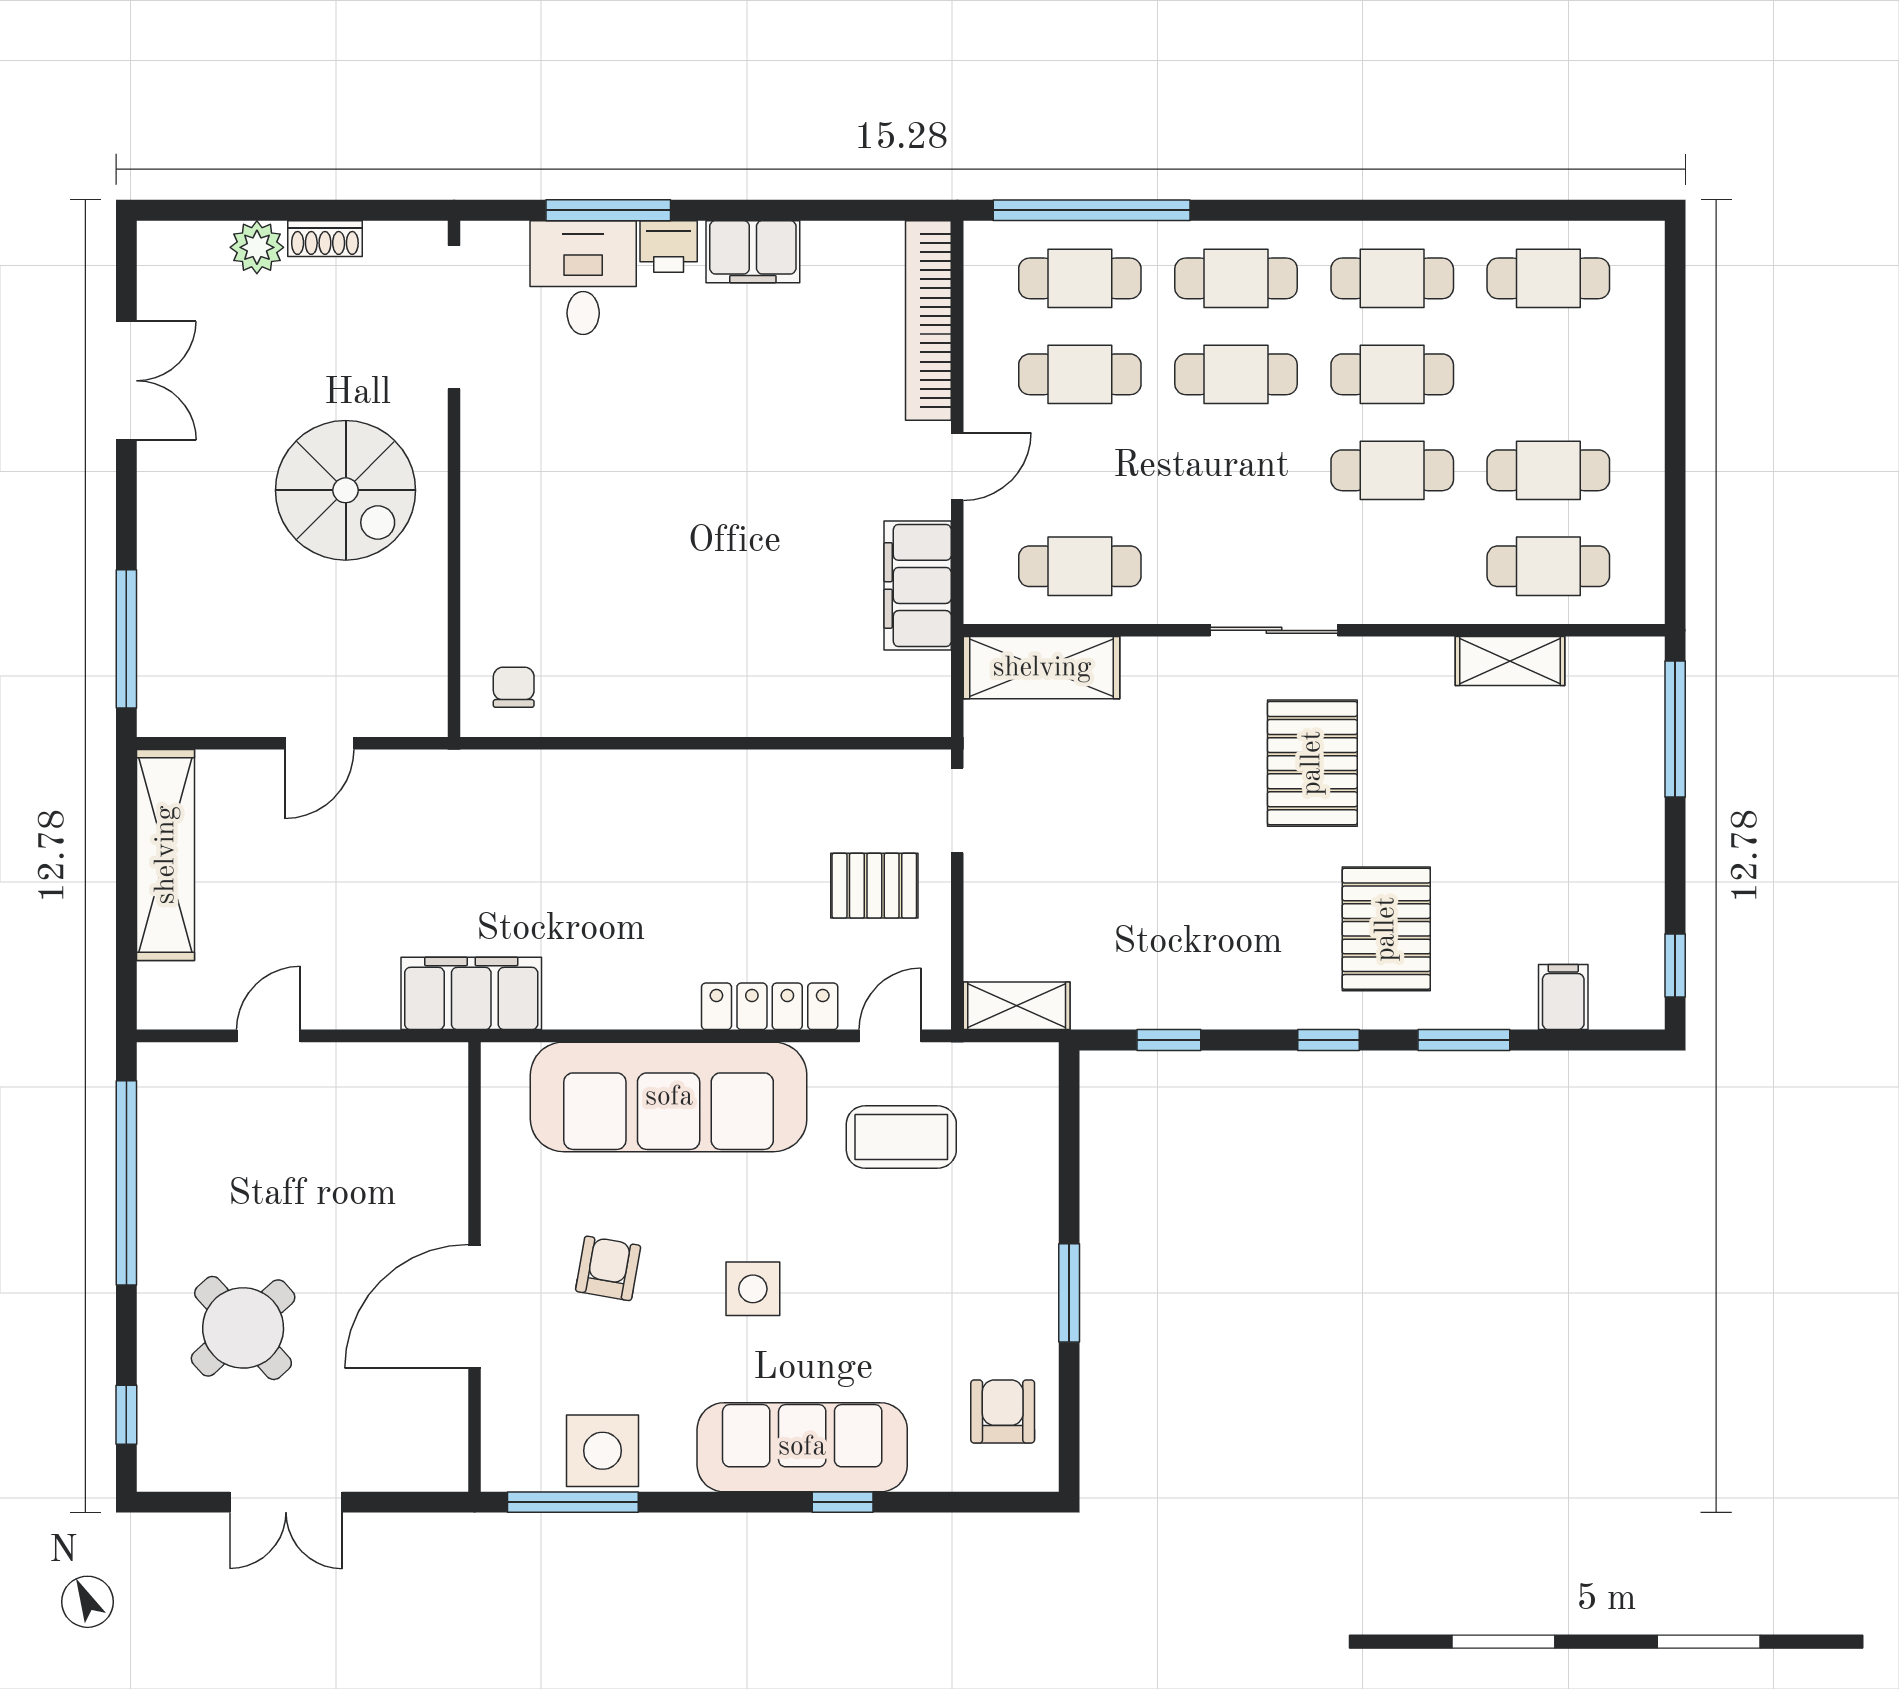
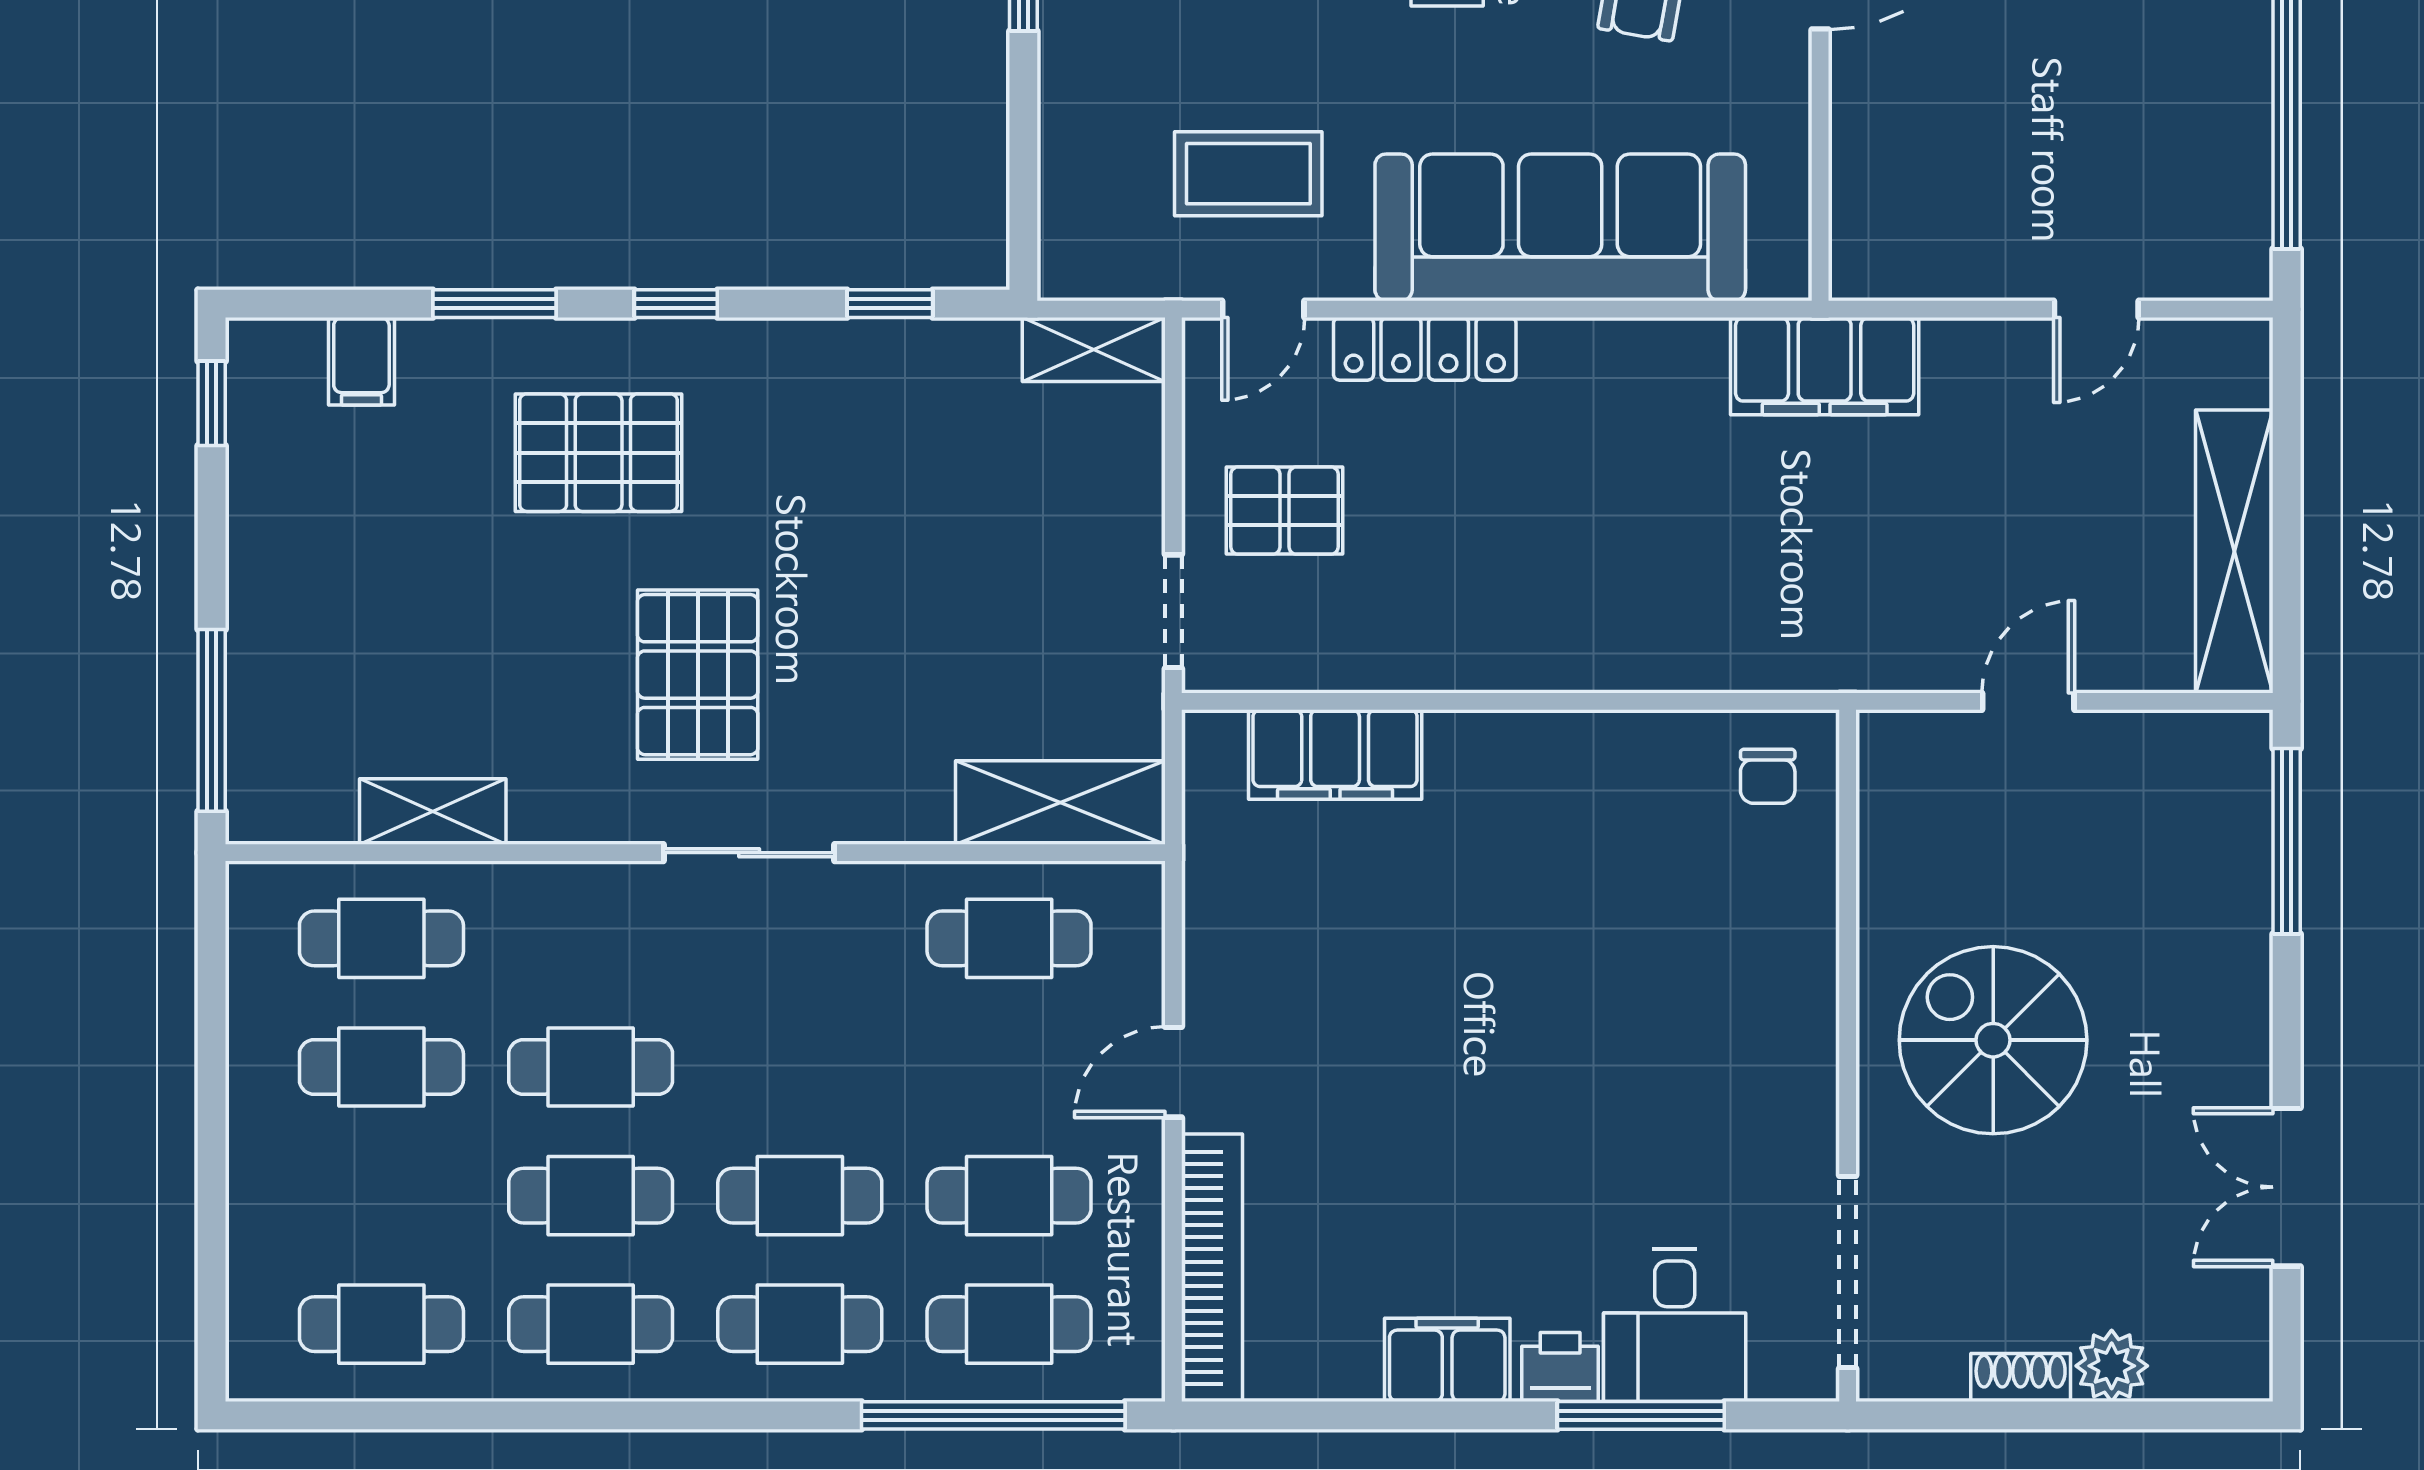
filing cabinet: (918, 585) -> (1335, 754), moved, turned 90
pallet: (1386, 929) -> (599, 453), turned 90

